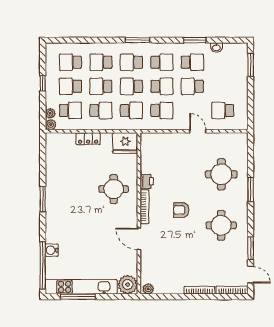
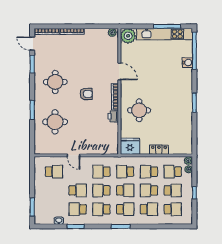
school desk: (101, 86) -> (149, 190), turned 180

